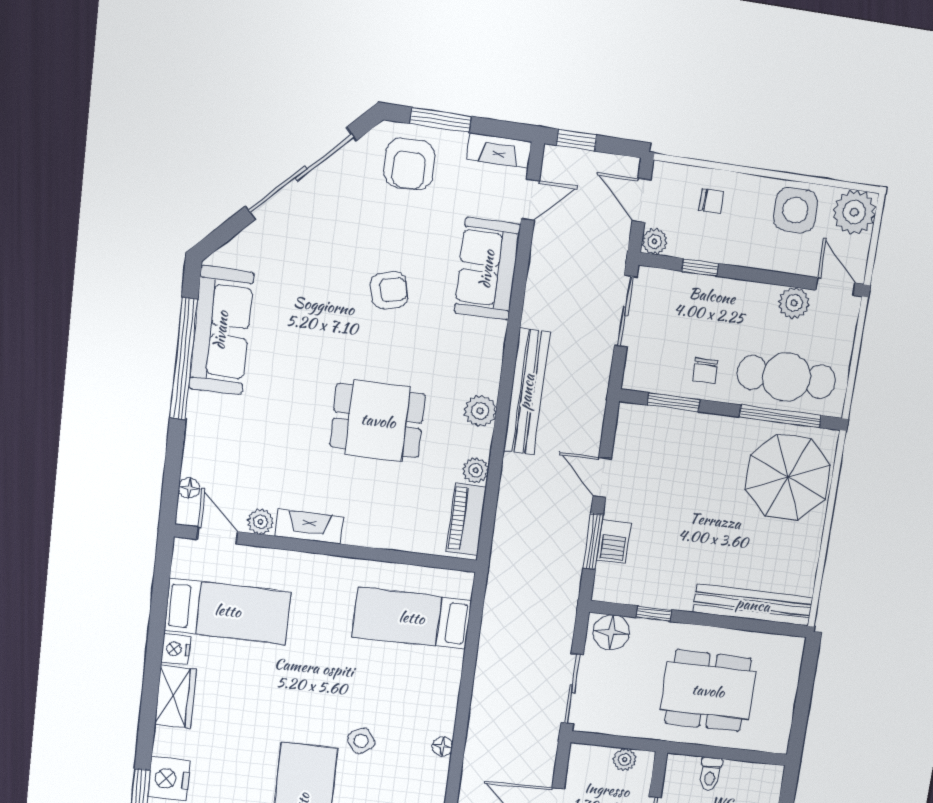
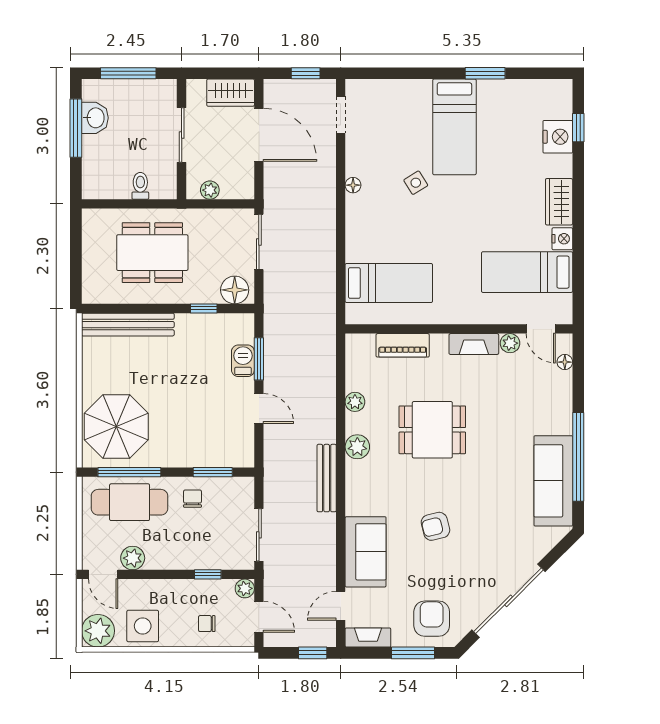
bench: (527, 392) -> (327, 478), width x0.73, depth x0.82
piano: (467, 519) -> (403, 345), moved, turned 90

